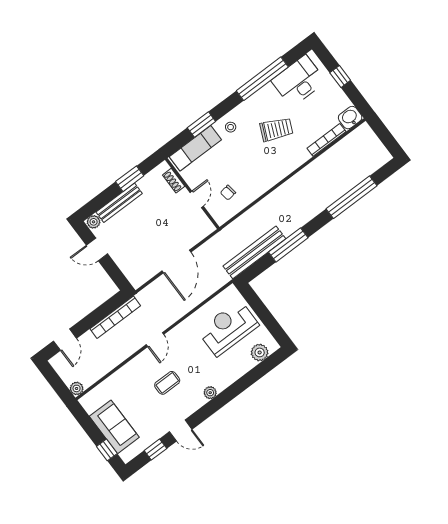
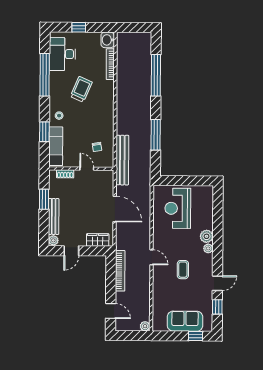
bench: (254, 252) -> (122, 160), moved
wardrobe: (130, 269) -> (98, 240), added
plant: (260, 352) -> (207, 236), moved

